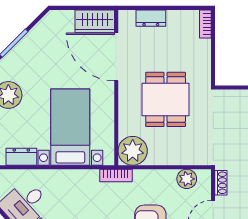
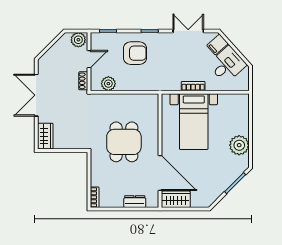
plant: (133, 151) -> (148, 104), removed
dresser: (21, 157) -> (230, 100), removed
bookcase: (116, 176) -> (193, 86), moved

